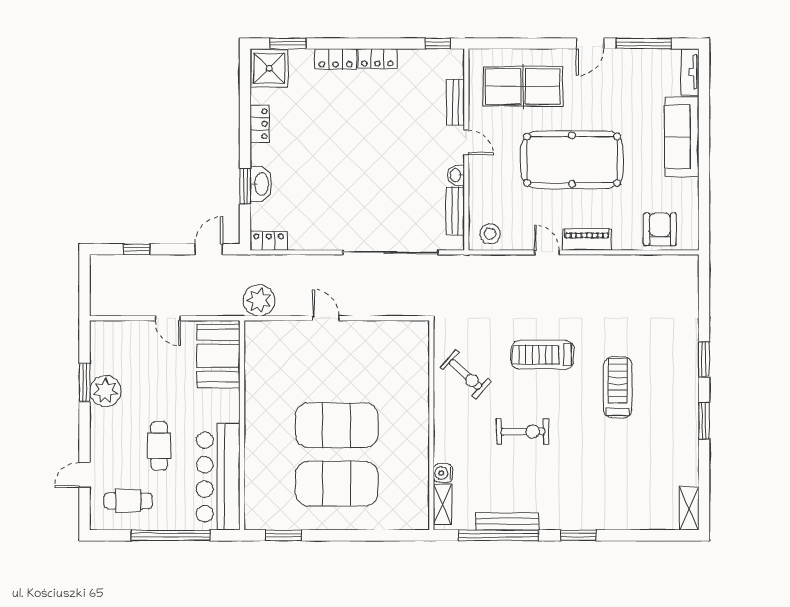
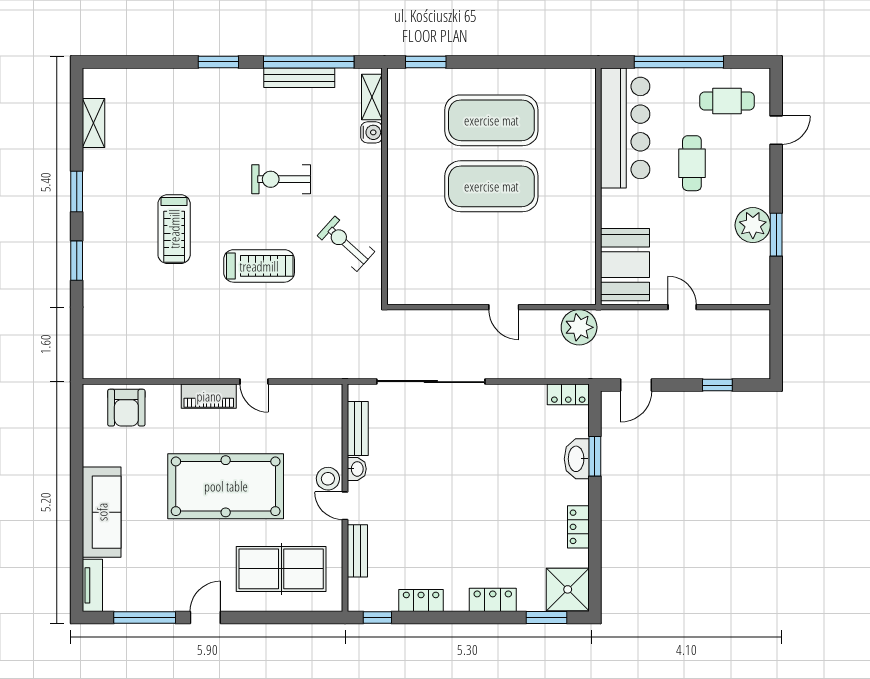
locker: (377, 59) -> (421, 600), moved
stool: (490, 234) -> (328, 479), moved
shelving: (689, 508) -> (93, 123), moved
window: (283, 535) -> (426, 62), moved

